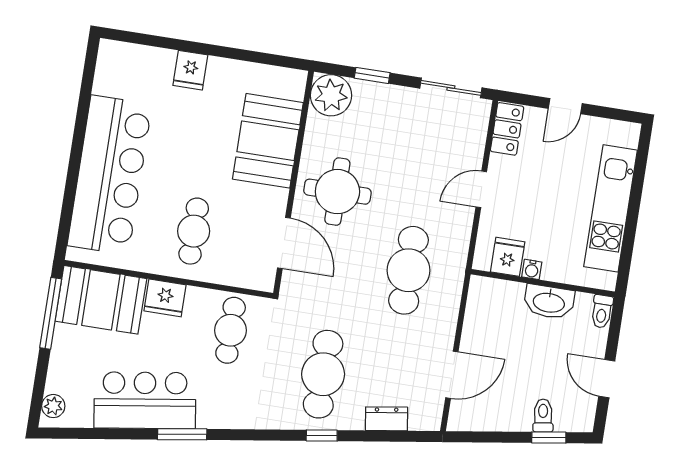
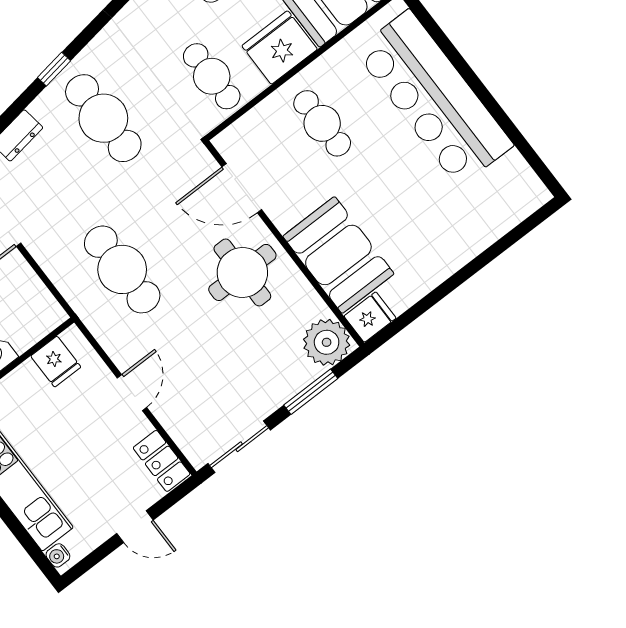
fridge: (190, 70) -> (370, 317), moved, turned 90
window: (372, 75) -> (311, 392), width x1.50
door: (565, 106) -> (135, 527), swing flipped
water cooler: (532, 269) -> (58, 555), moved, turned -90
fridge: (165, 298) -> (280, 47), width x1.36, depth x1.34

